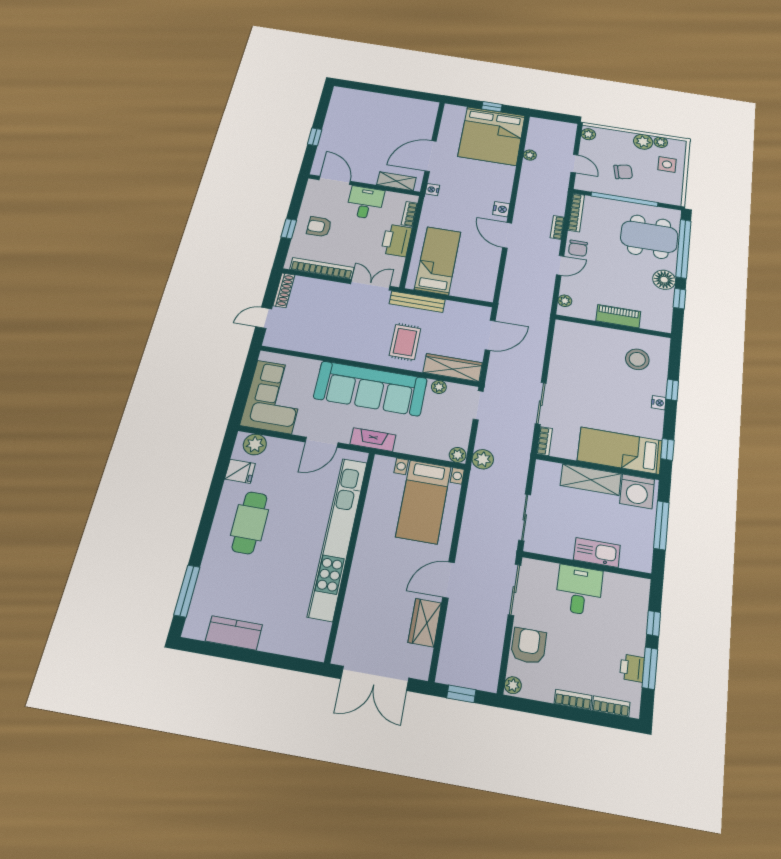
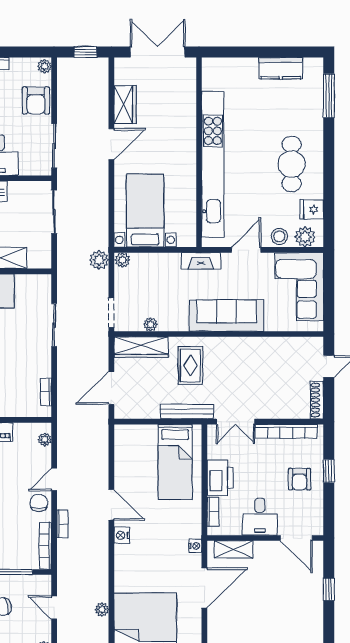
armchair: (319, 227) -> (299, 479), turned 90
sofa: (370, 388) -> (227, 316), width x0.74, depth x0.79
bookcase: (545, 441) -> (46, 392), moved
stool: (283, 450) -> (279, 236), added

